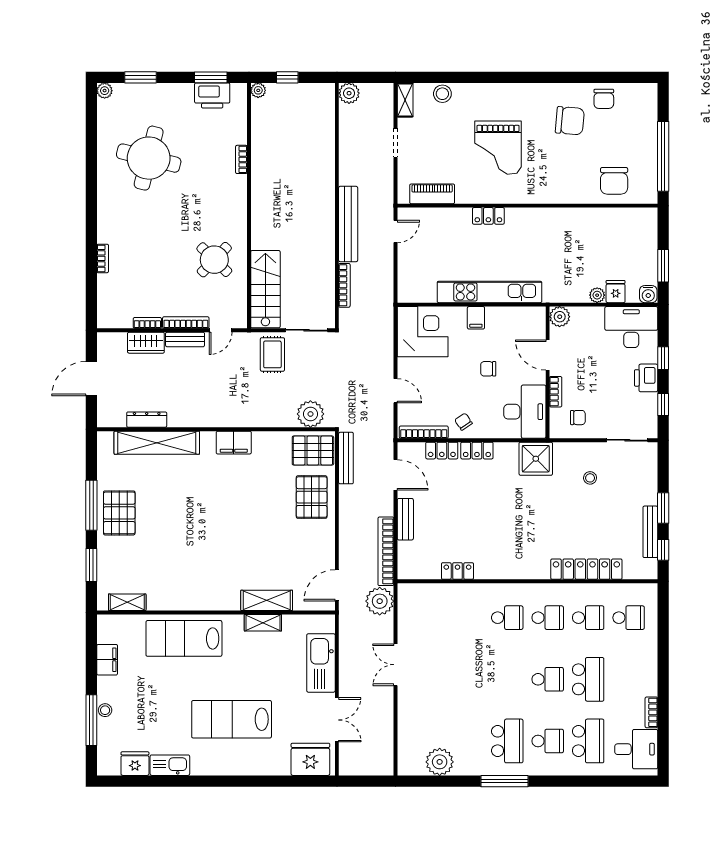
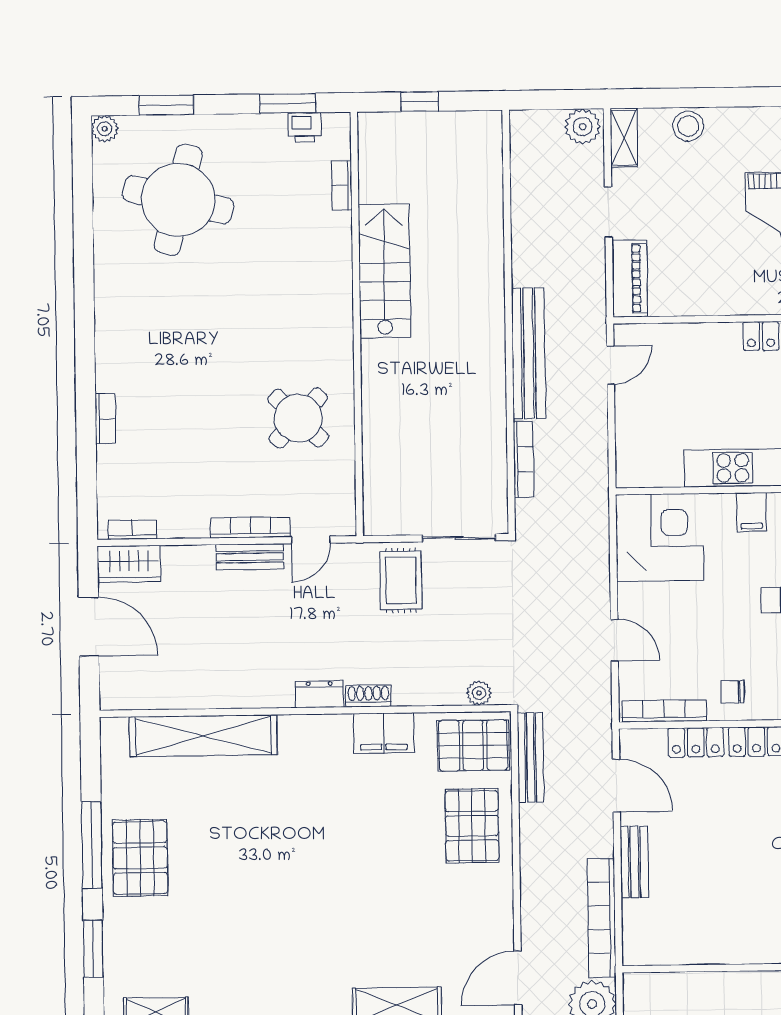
plant: (258, 90) -> (370, 125), removed
plant: (349, 93) -> (583, 127), moved
printer: (212, 96) -> (305, 127), width x0.53, depth x0.68
round table: (149, 158) -> (178, 200), moved
bookcase: (241, 159) -> (342, 185), moved
piano: (432, 194) -> (630, 278), moved, turned 90
stairs: (265, 289) -> (384, 271), moved
bookcase: (147, 323) -> (132, 530), moved
wardrobe: (146, 343) -> (129, 564), moved
door: (91, 379) -> (89, 627), swing flipped
plant: (310, 414) -> (479, 693), width x0.53, depth x0.53
dresser: (147, 420) -> (319, 694), moved, width x0.70
shoe rack: (253, 421) -> (368, 696), added
chair: (463, 422) -> (732, 692), turned -56
filing cabinet: (234, 443) -> (384, 733), moved
locker: (457, 571) -> (726, 950), removed

